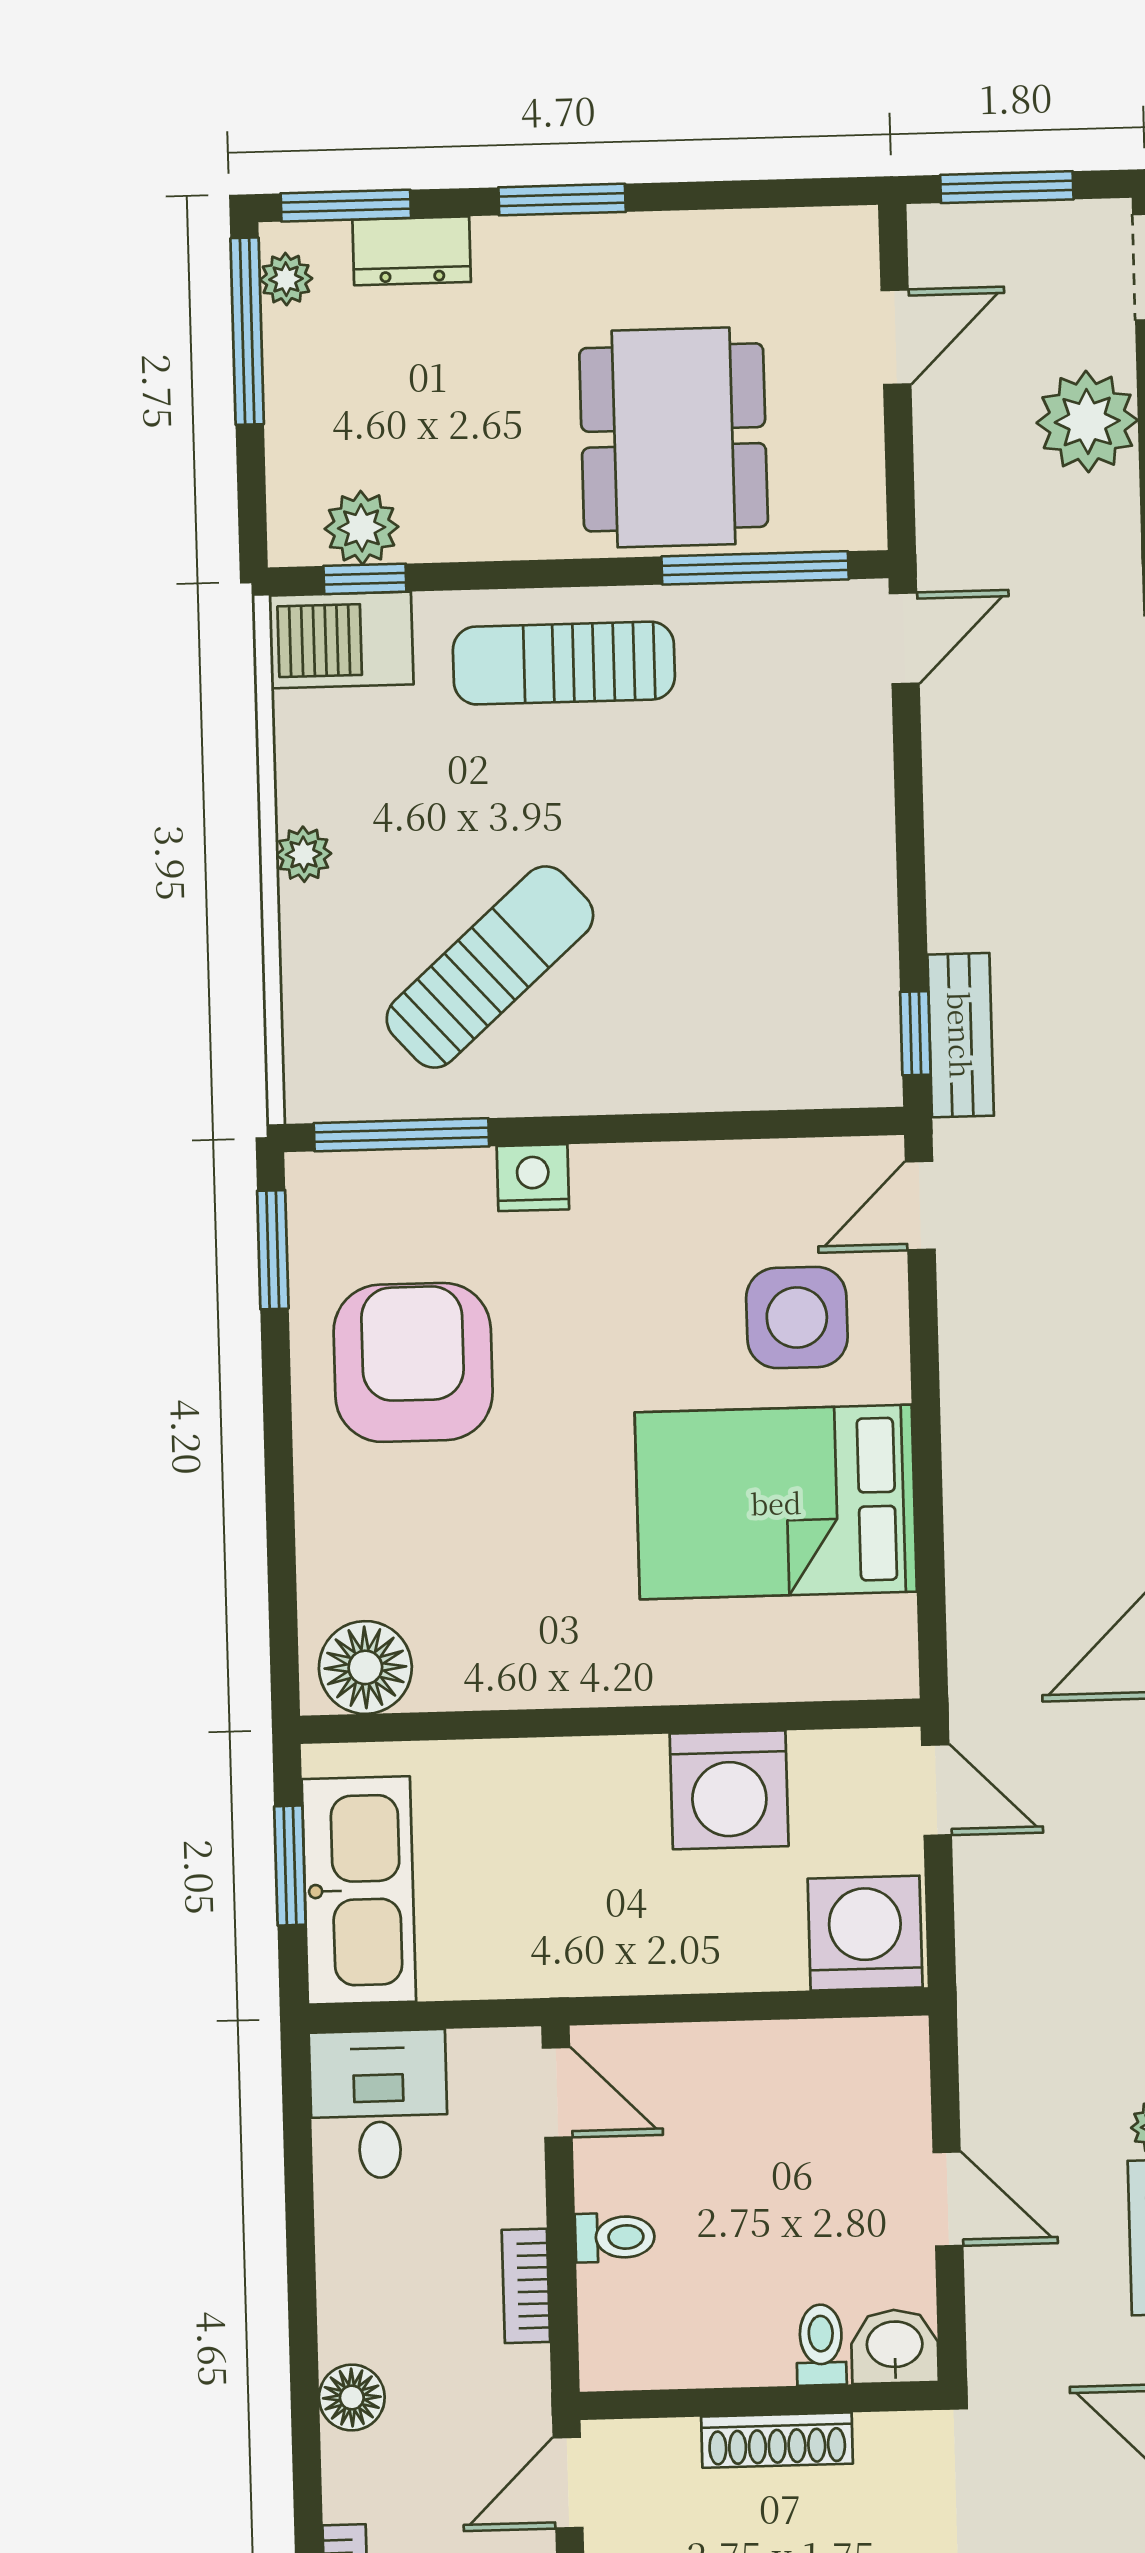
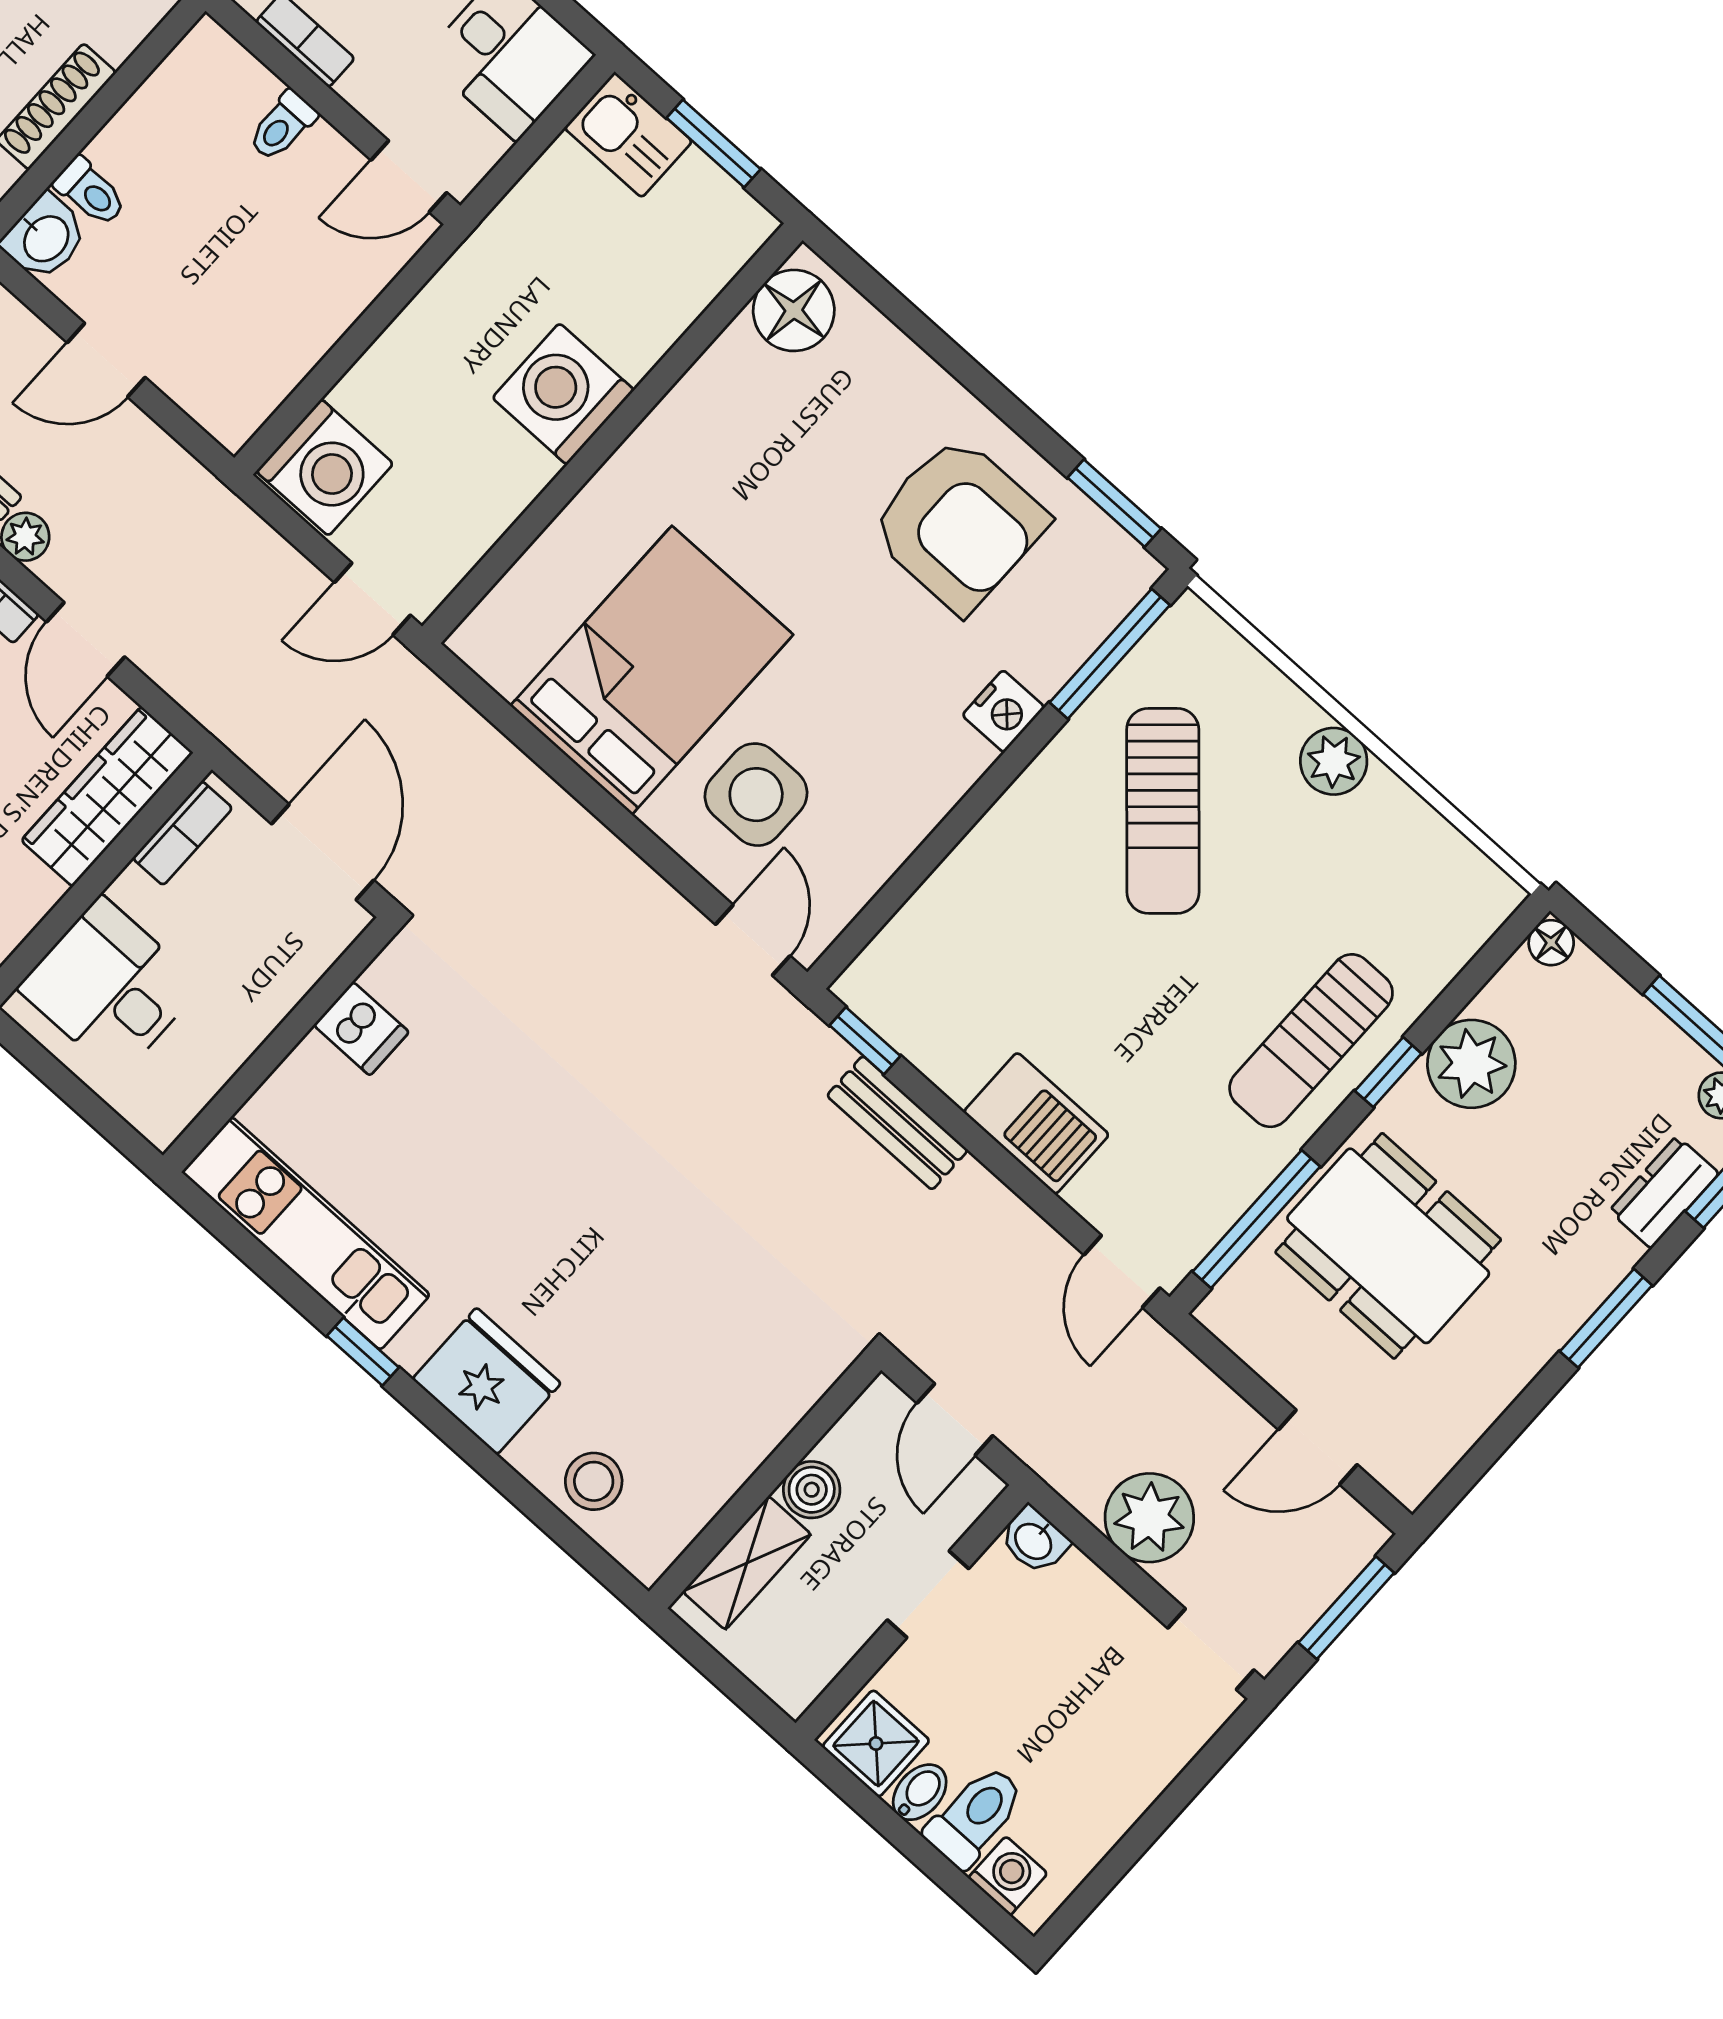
door: (896, 337) -> (1318, 1447), hinge flipped
plant: (362, 528) -> (1471, 1064), moved, width x1.36, depth x1.36
floor lamp: (294, 541) -> (1551, 943), added
window: (365, 579) -> (1388, 1072), moved
barbecue: (341, 640) -> (1036, 1123), moved, turned 90
sun lounger: (564, 663) -> (1311, 1041), turned 180
plant: (304, 854) -> (1334, 761), width x1.38, depth x1.38
bench: (961, 1035) -> (897, 1123), moved
washing machine: (729, 1790) -> (563, 394), moved
kitchen sink: (359, 1890) -> (628, 135), width x0.53, depth x0.81

